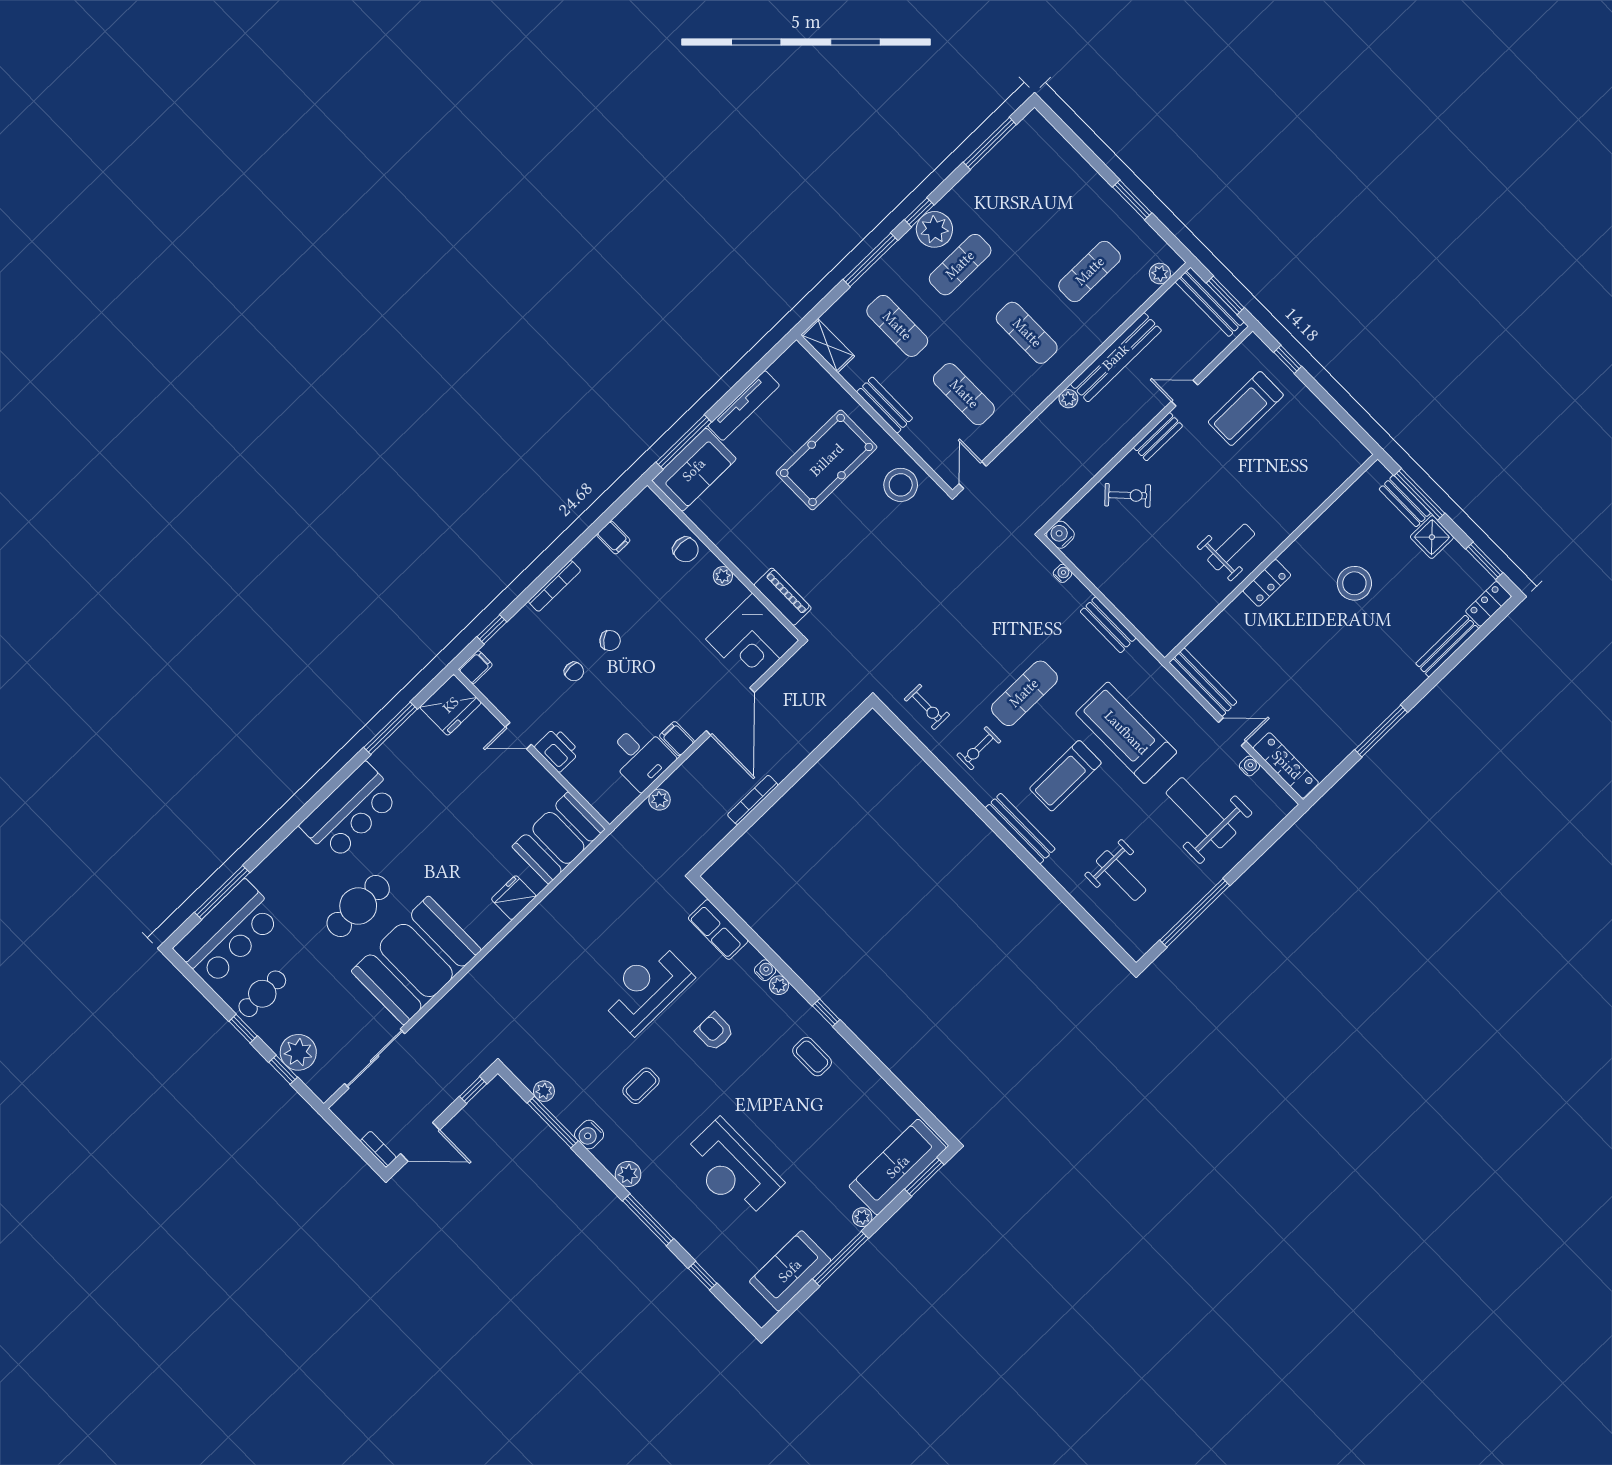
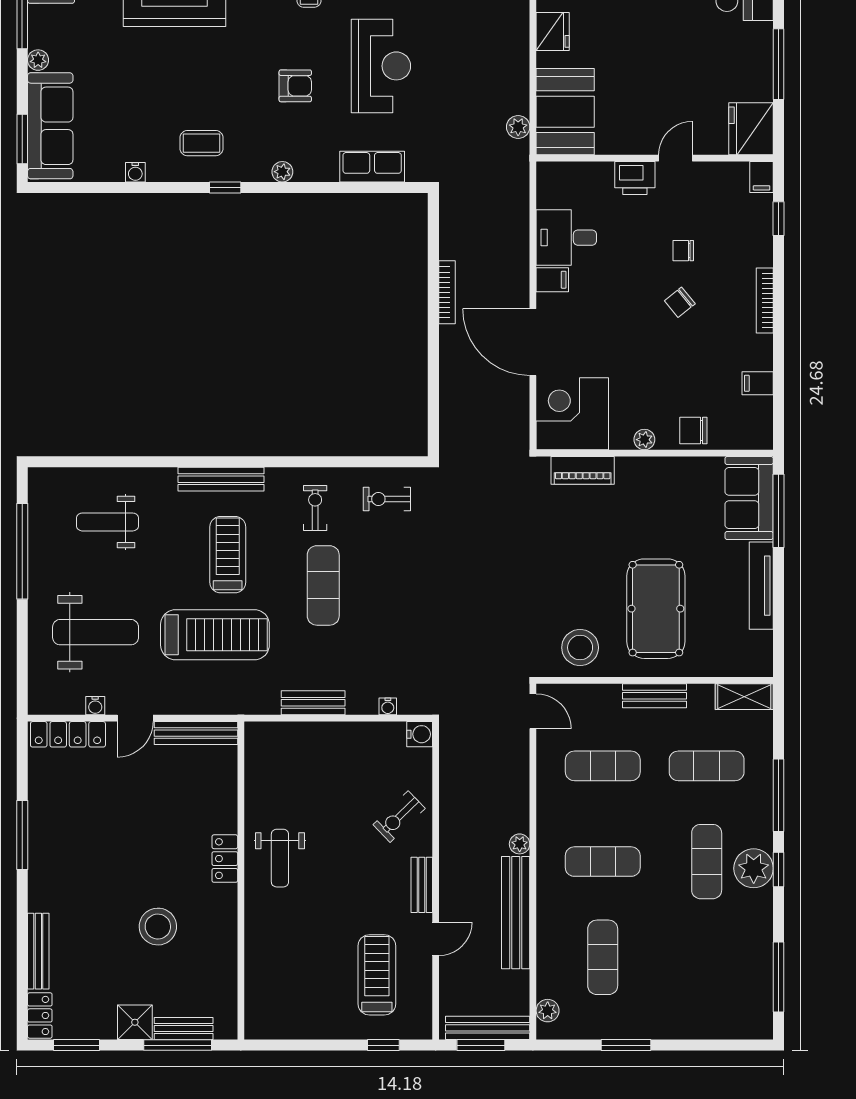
plant: (659, 800) -> (518, 127), moved
water cooler: (765, 970) -> (135, 172), moved

